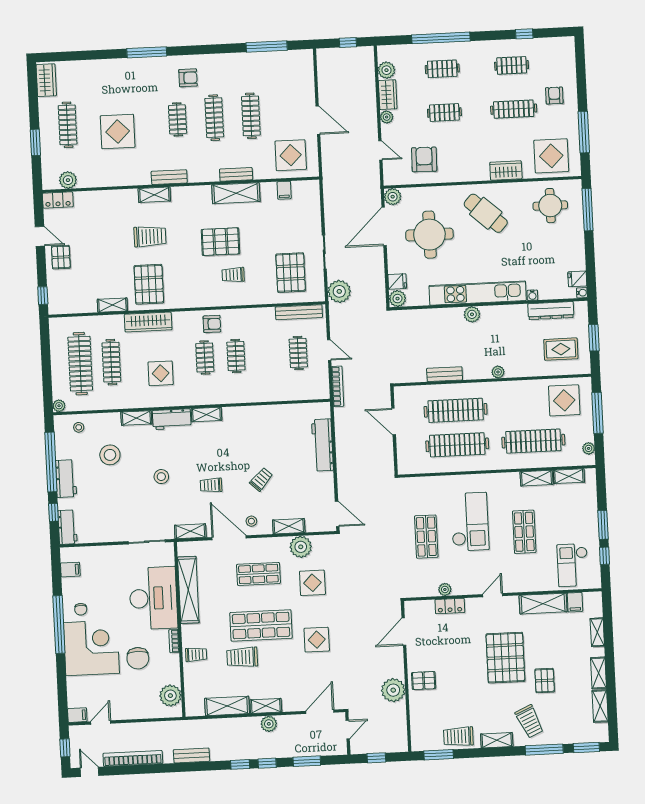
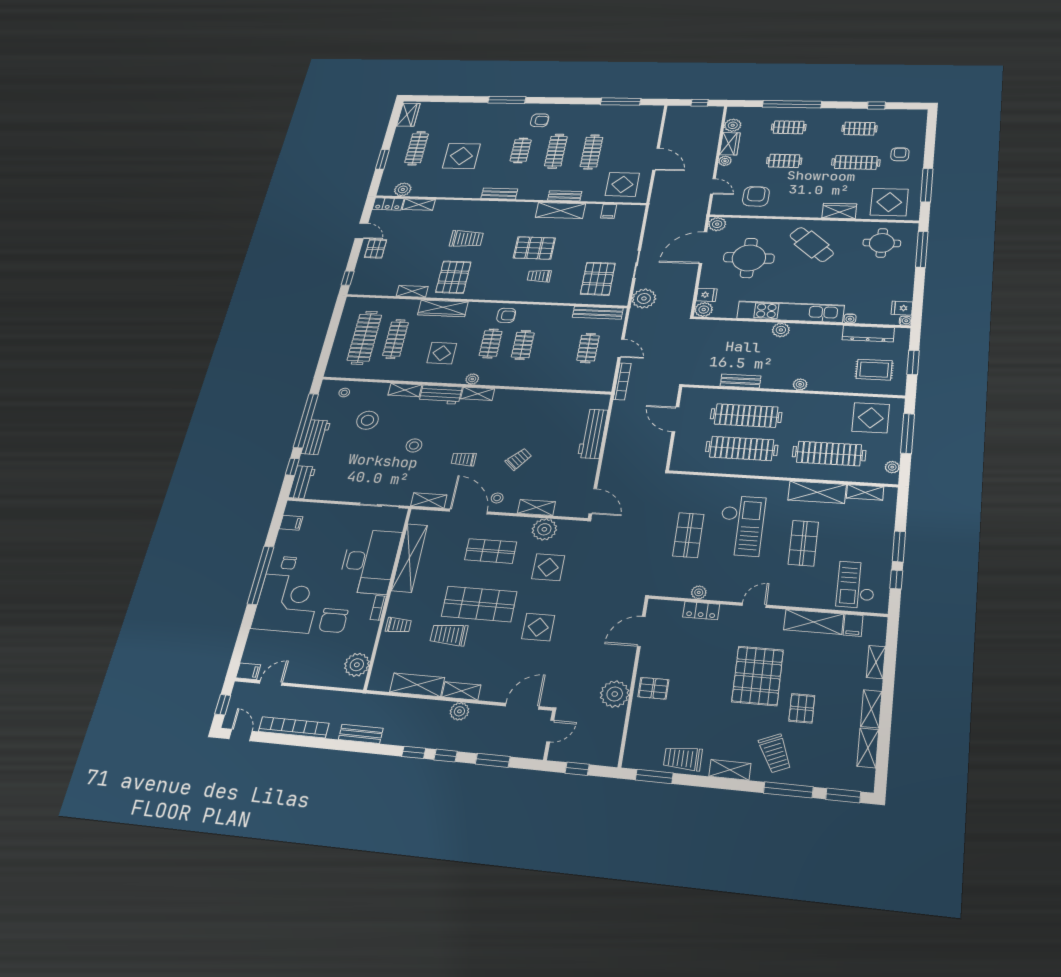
shelving: (154, 195) -> (419, 204), moved
plant: (59, 406) -> (472, 379), moved
shelving: (536, 478) -> (817, 492), width x1.50, depth x1.33

